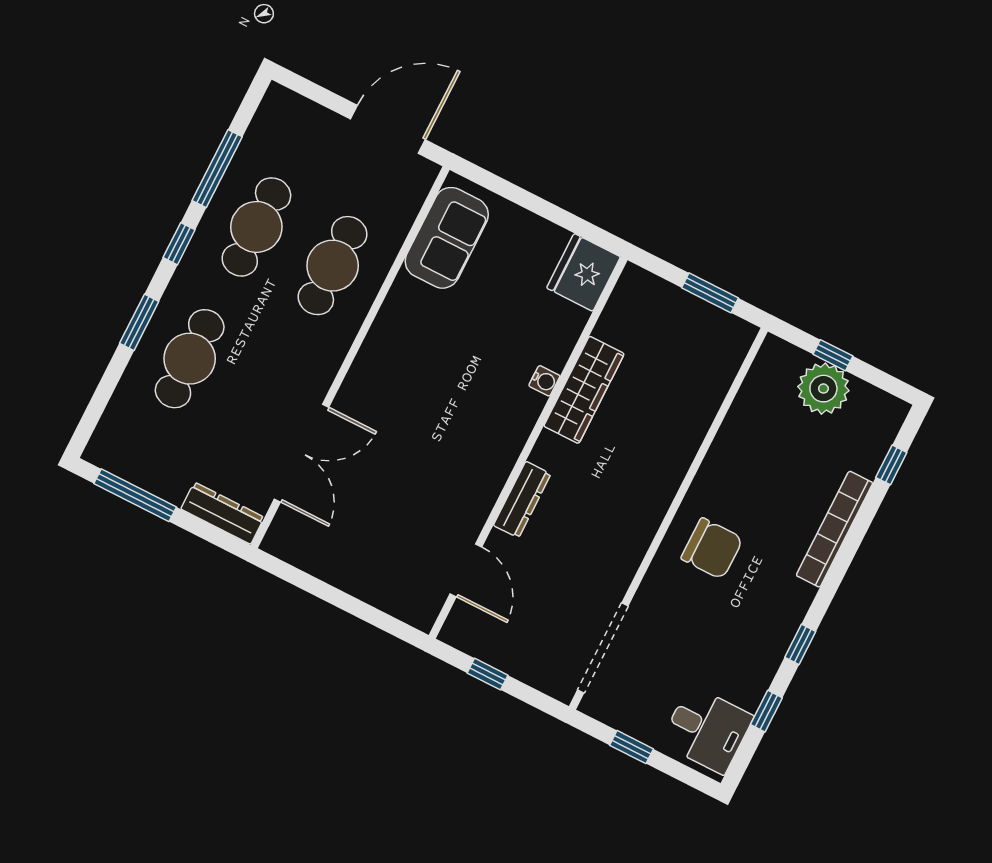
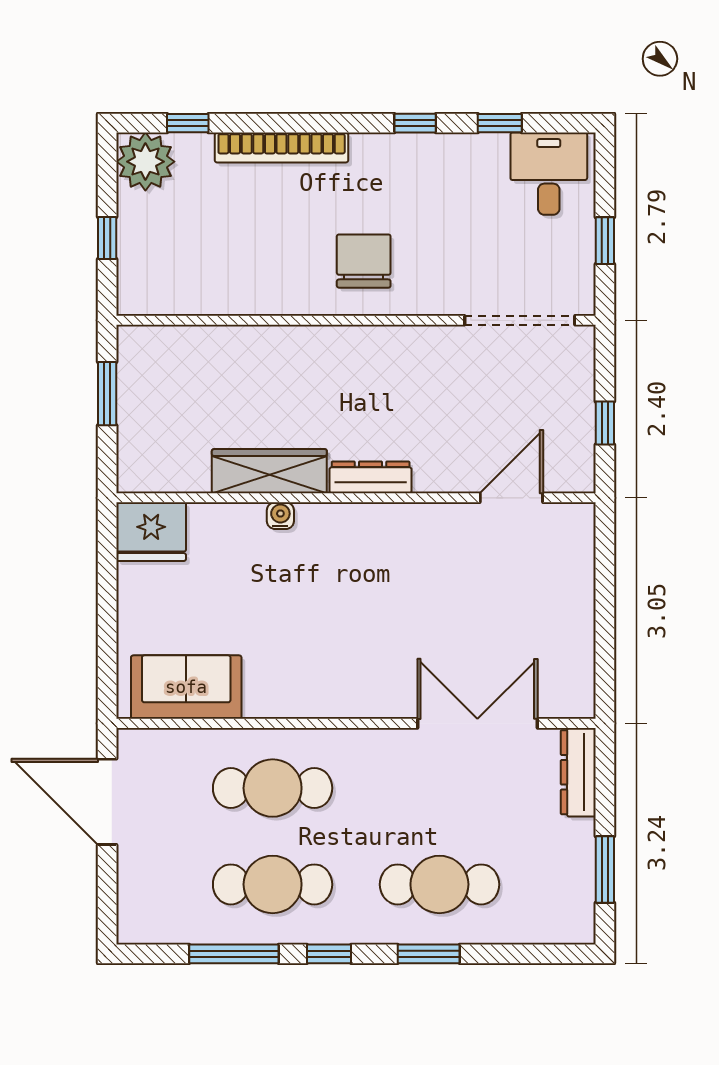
plant: (823, 389) -> (145, 162), moved
window: (135, 495) -> (605, 870), width x0.69
dresser: (522, 500) -> (371, 477), moved

